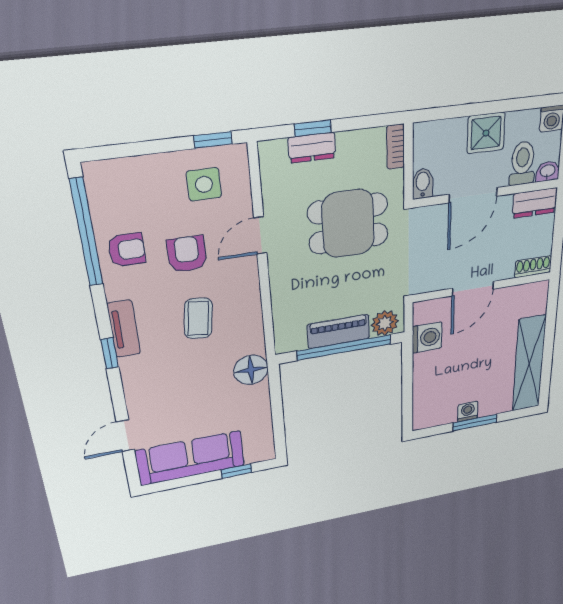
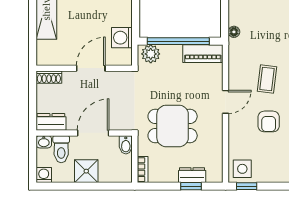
side table: (204, 184) -> (242, 169), moved
door: (260, 236) -> (226, 102), moved
piano: (339, 331) -> (203, 54), moved
floor lamp: (251, 370) -> (234, 32), width x0.53, depth x0.53

